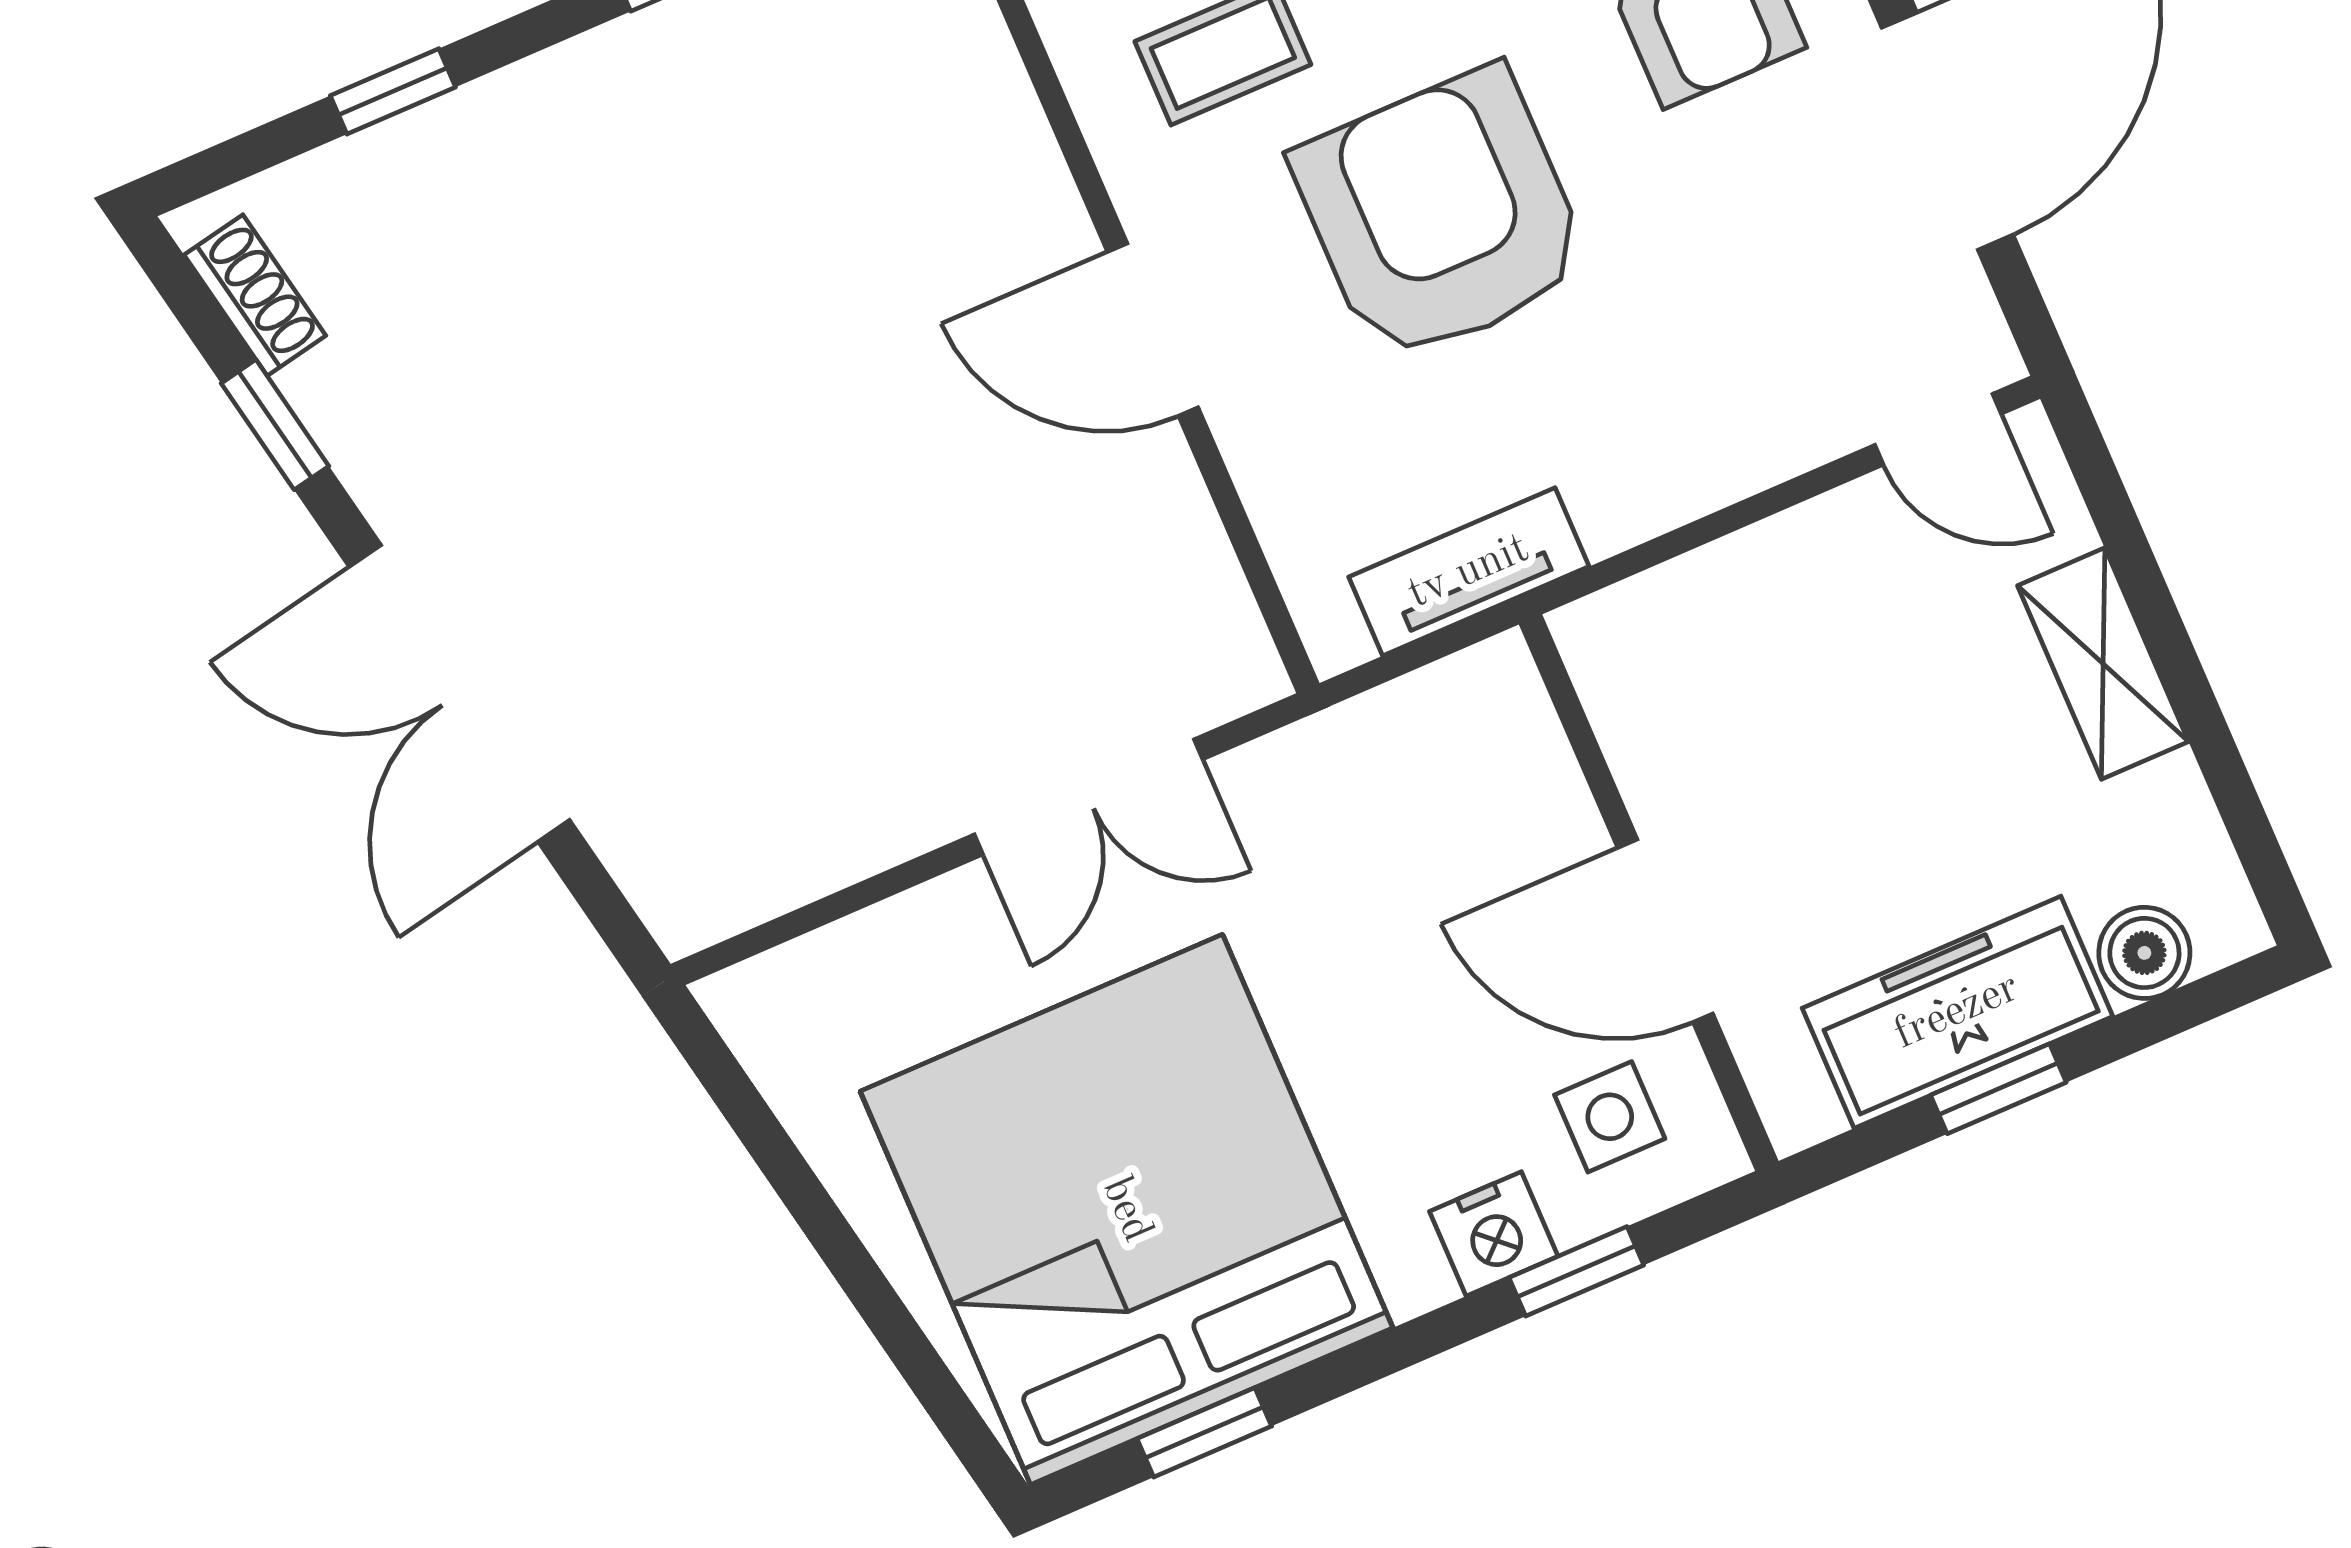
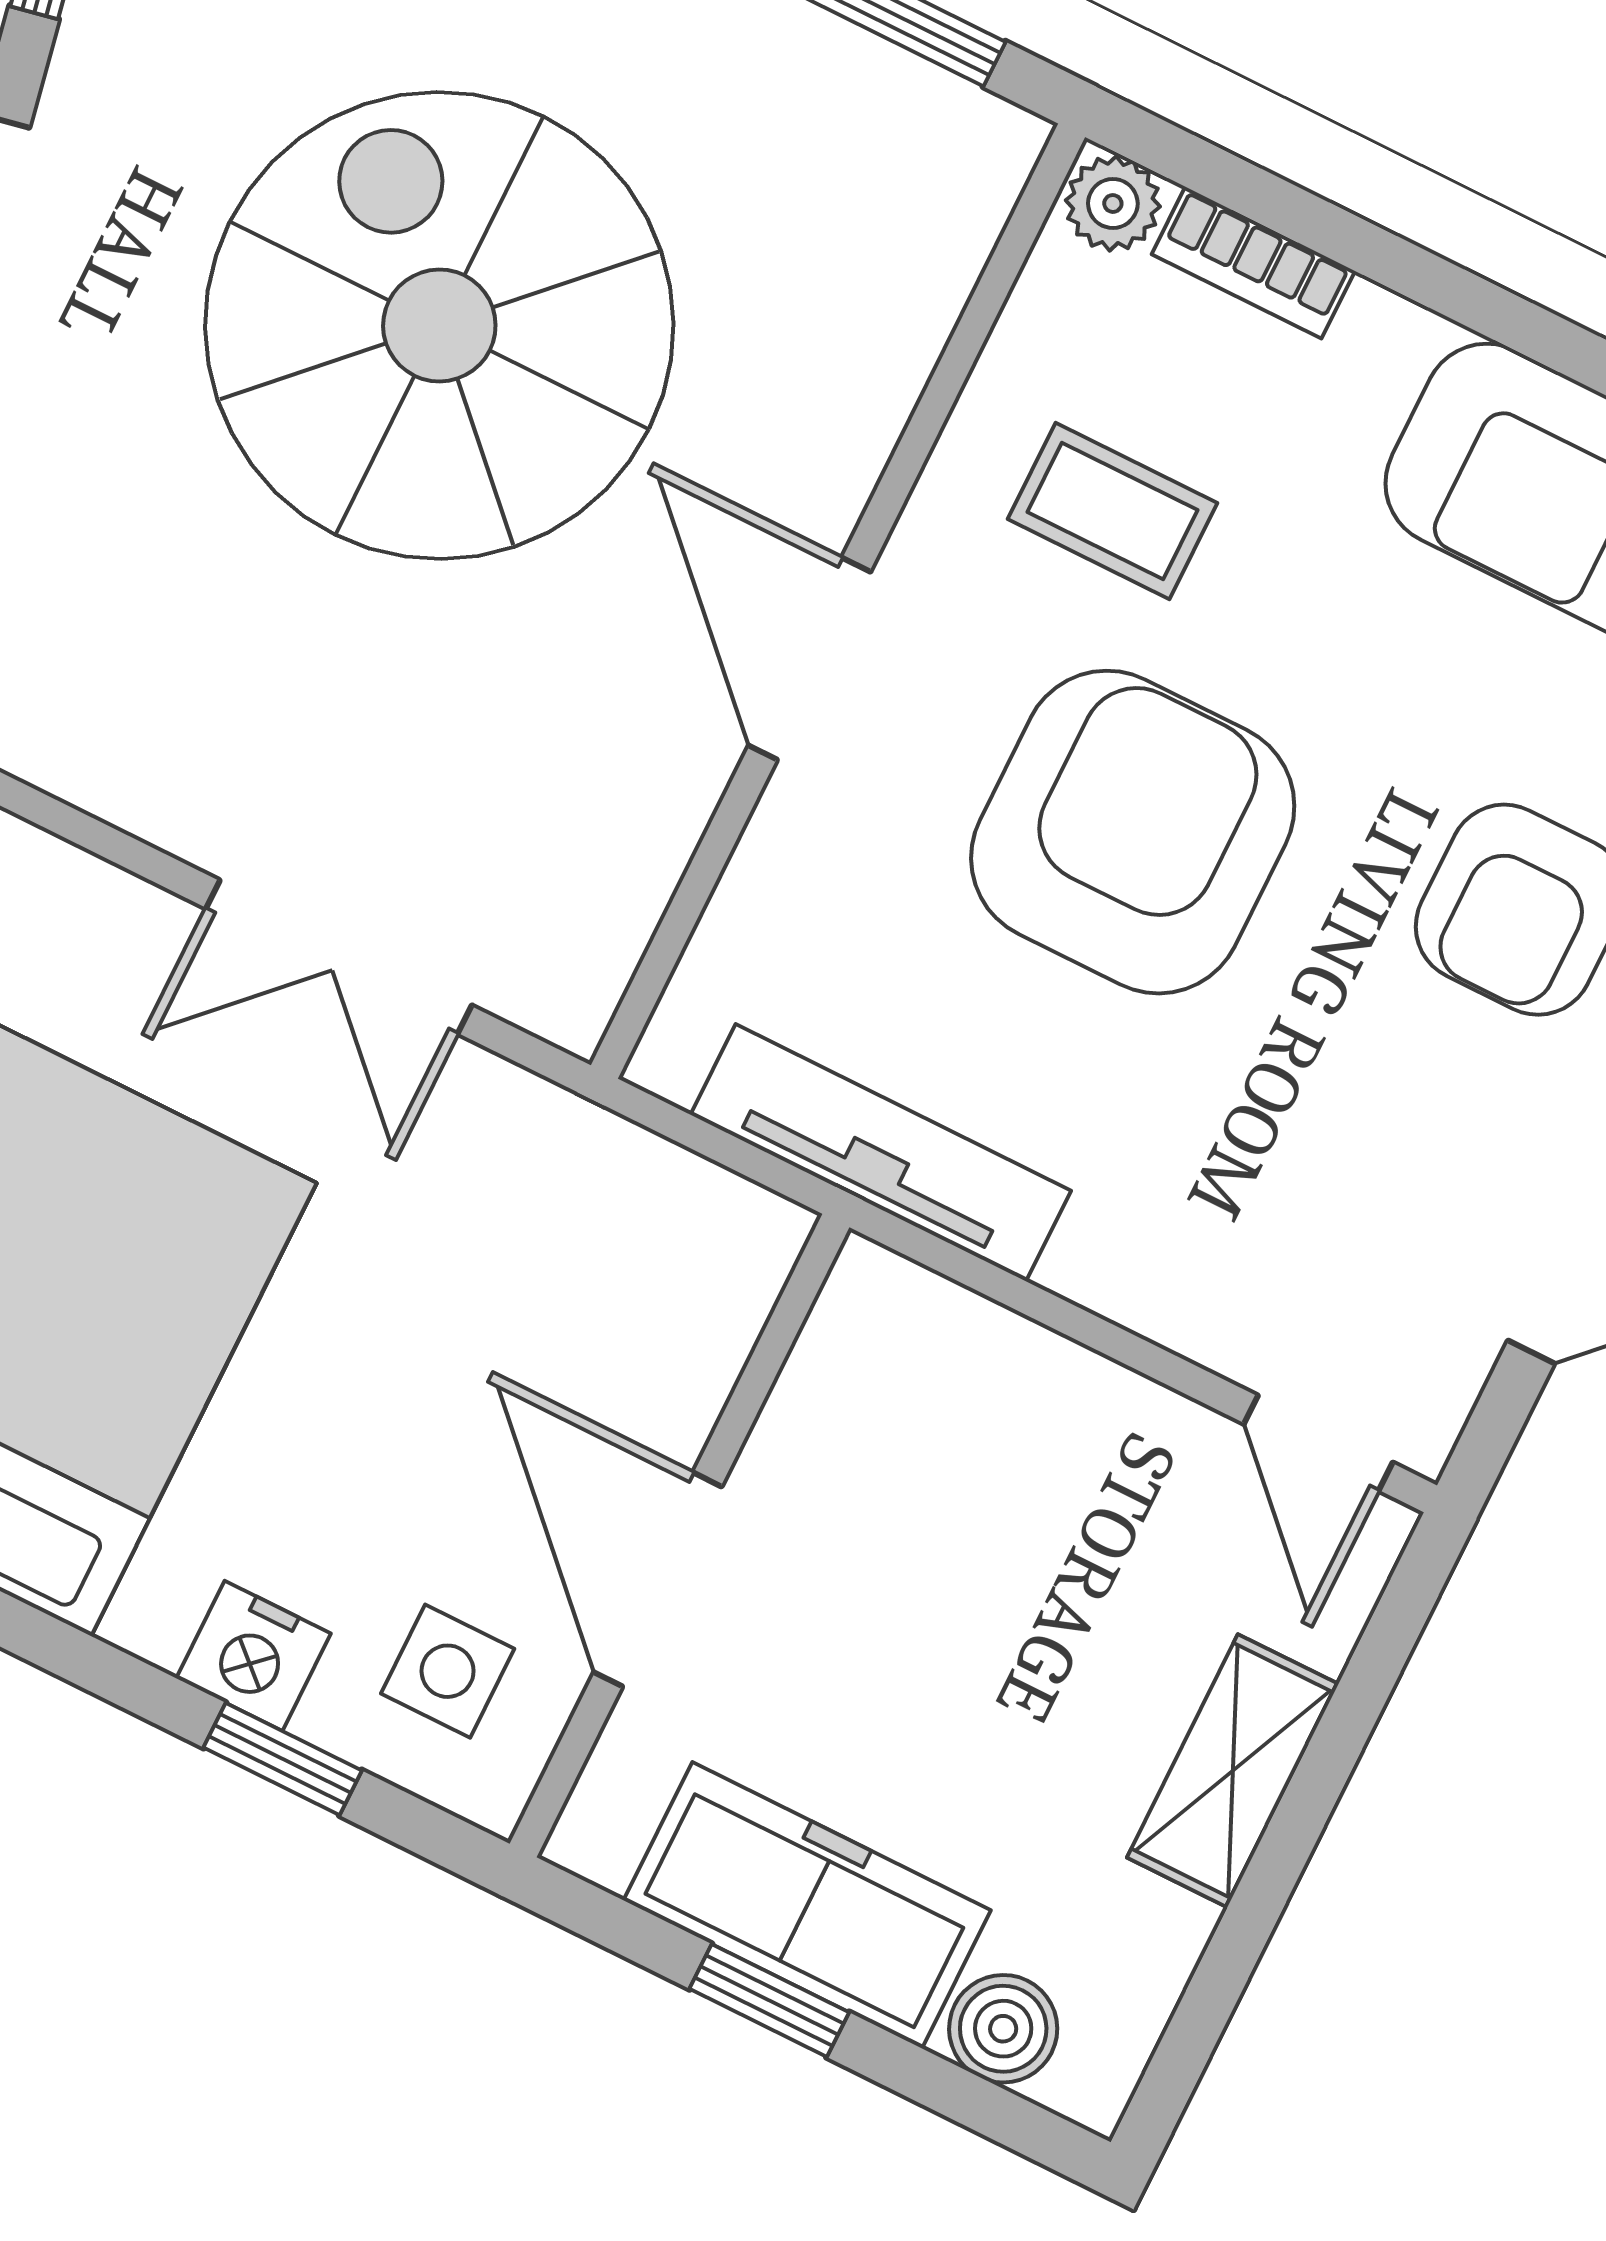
spiral stairs: (735, 387) -> (439, 325), added
tv unit: (1469, 572) -> (881, 1153), width x1.41

